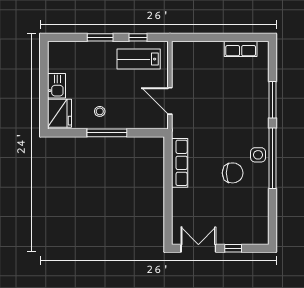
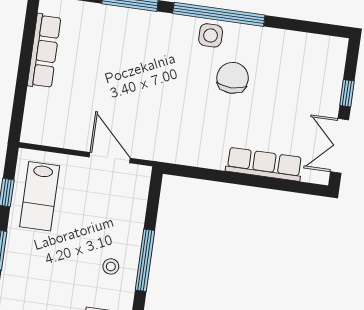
row of seats: (241, 49) -> (44, 51), width x1.48
door: (170, 101) -> (110, 158), swing flipped
row of seats: (180, 163) -> (264, 164), moved

